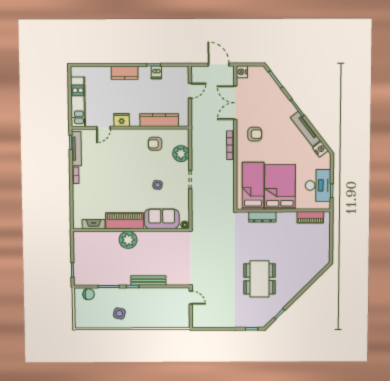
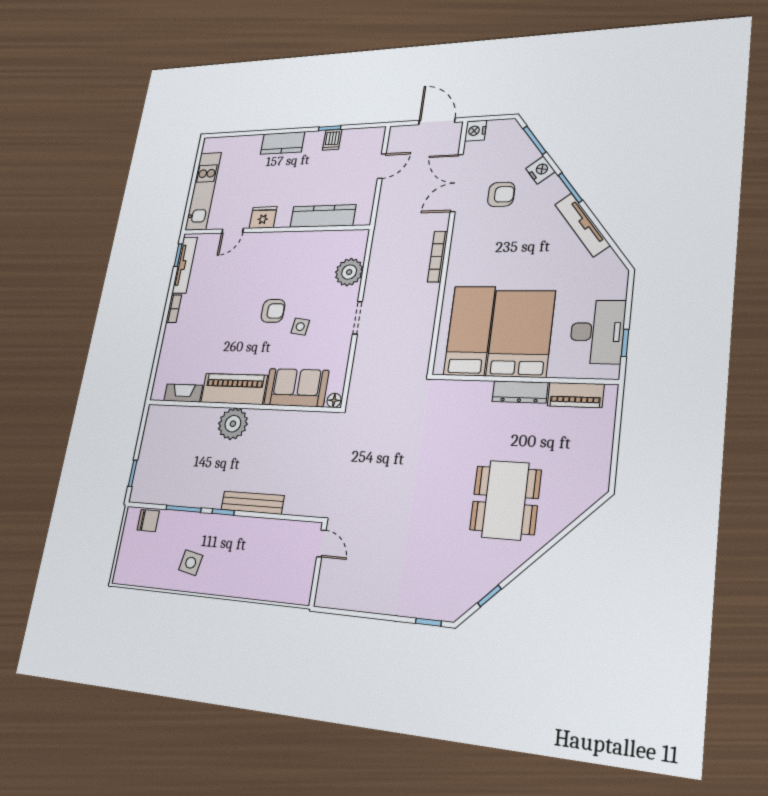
armchair: (255, 134) -> (501, 194), moved
armchair: (155, 144) -> (273, 311), moved, turned 180
nightstand: (320, 149) -> (540, 170), moved
dresser: (262, 217) -> (520, 392), moved
dining table: (260, 279) -> (505, 500), moved

